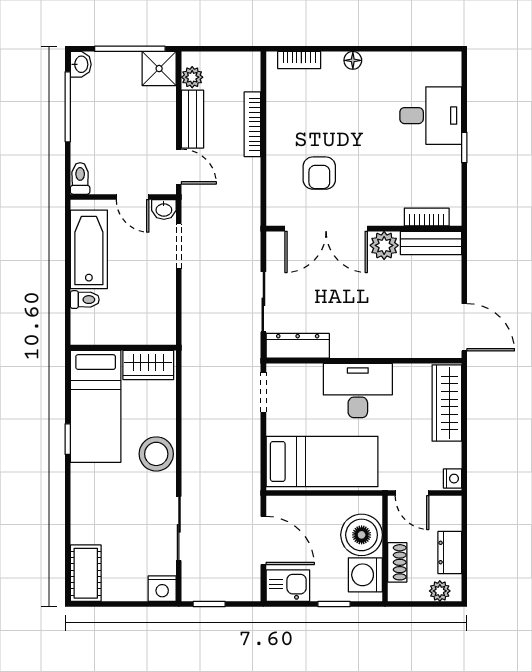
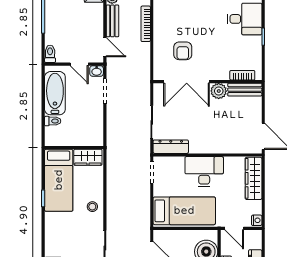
stool: (156, 454) -> (92, 207), width x0.53, depth x0.53

